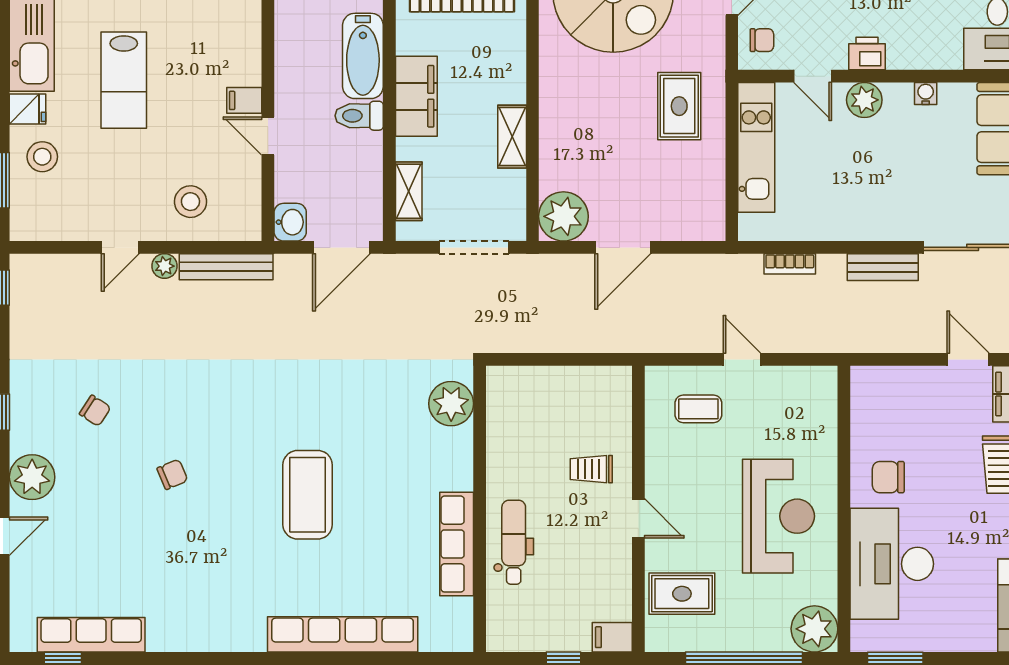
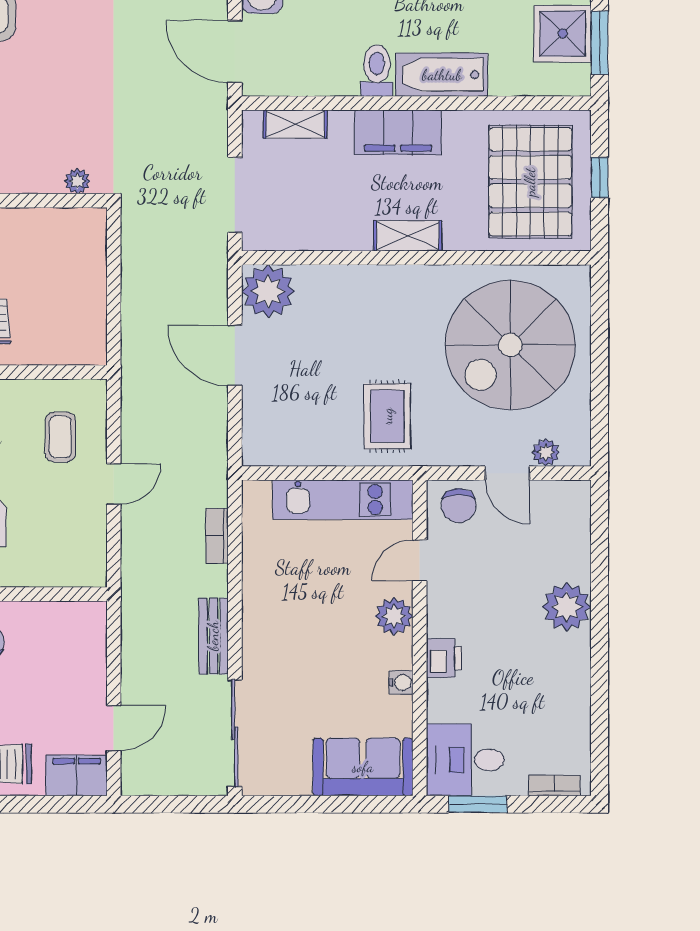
chair: (762, 40) -> (459, 506), width x1.37, depth x1.37
printer: (867, 54) -> (444, 658), moved
rug: (679, 106) -> (387, 416), turned 90
shelving: (512, 137) -> (408, 236), moved
plant: (451, 404) -> (77, 181), width x0.53, depth x0.53

